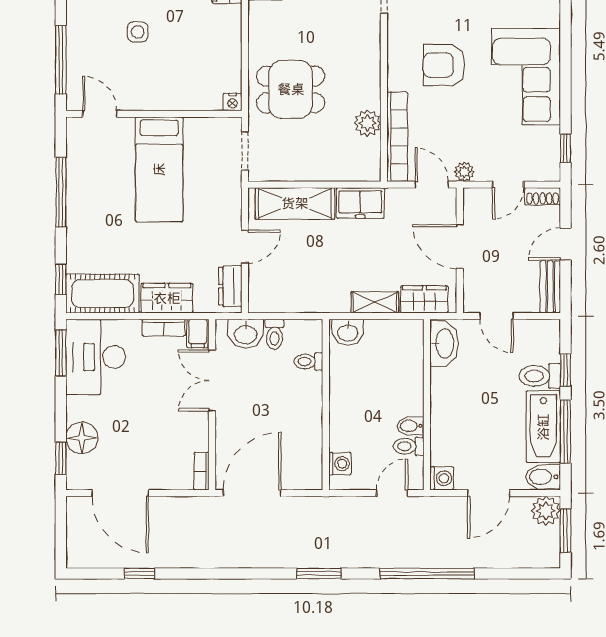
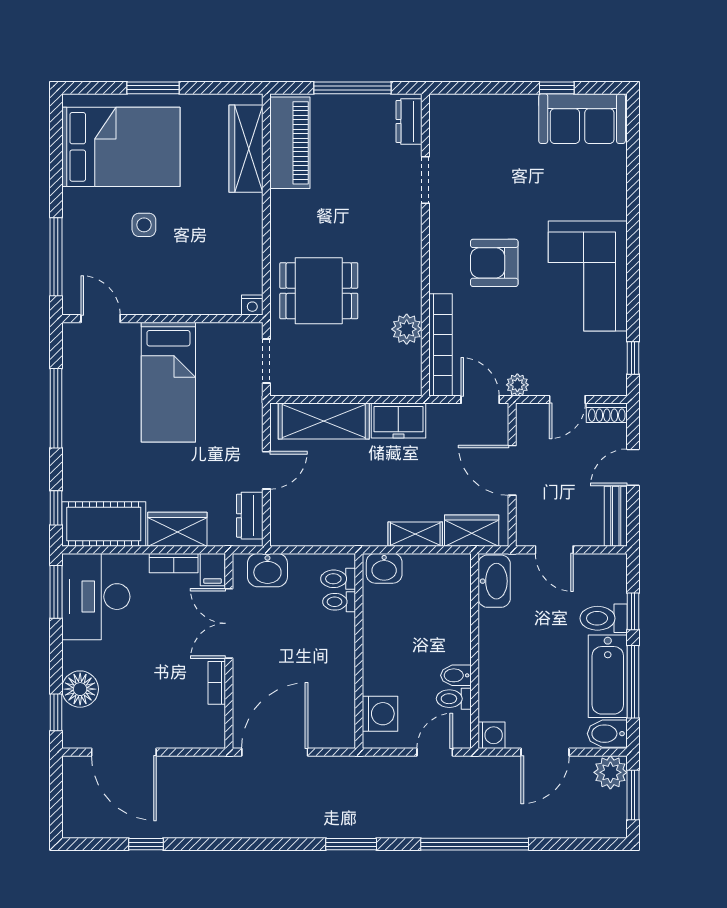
toilet: (274, 334) -> (338, 579), moved, turned 90
washing machine: (340, 464) -> (380, 714), width x1.38, depth x1.38
bookcase: (201, 471) -> (217, 683), moved

